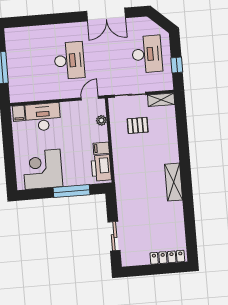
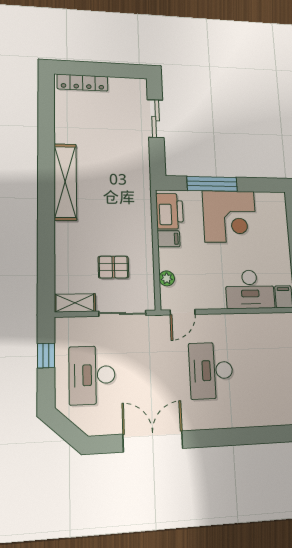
corner desk: (43, 169) -> (230, 217), moved
shelving: (174, 182) -> (65, 182), width x1.47

